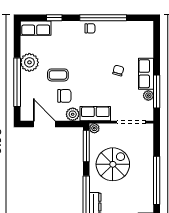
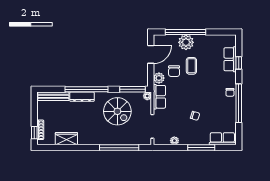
row of seats: (36, 28) -> (230, 59), moved
plant: (29, 62) -> (186, 42), moved
row of seats: (146, 74) -> (222, 139), moved
window: (157, 91) -> (201, 148), moved
window: (157, 180) -> (119, 148), moved

